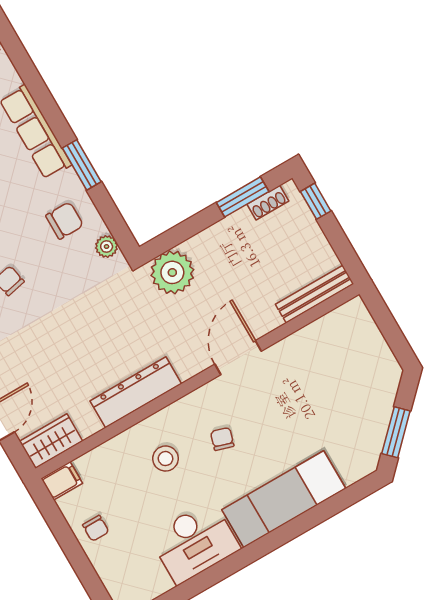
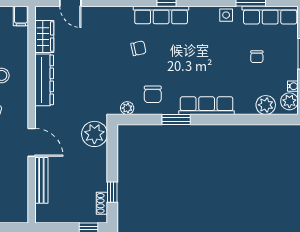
window: (243, 197) -> (112, 192), width x0.67
bench: (315, 294) -> (41, 180), moved
wardrobe: (51, 441) -> (44, 36), moved

